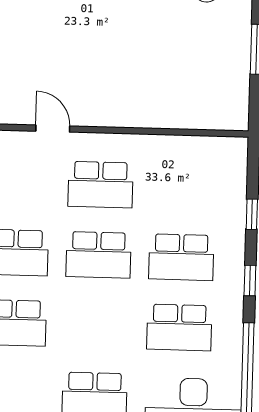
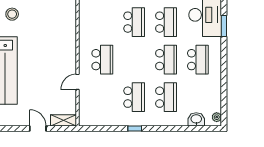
school desk: (98, 255) -> (166, 60), moved

